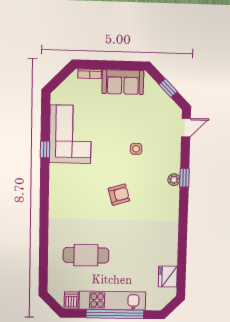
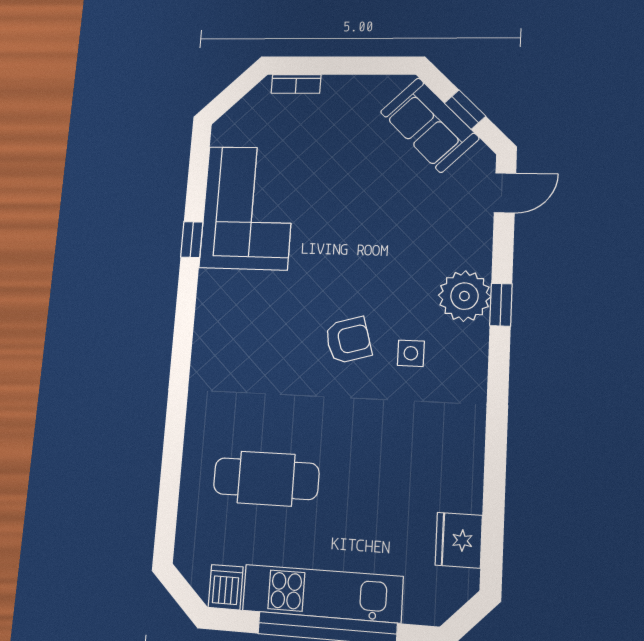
sofa: (123, 82) -> (429, 125), moved, turned 45
side table: (136, 149) -> (411, 353), moved
plant: (174, 180) -> (464, 296), width x1.88, depth x1.88

